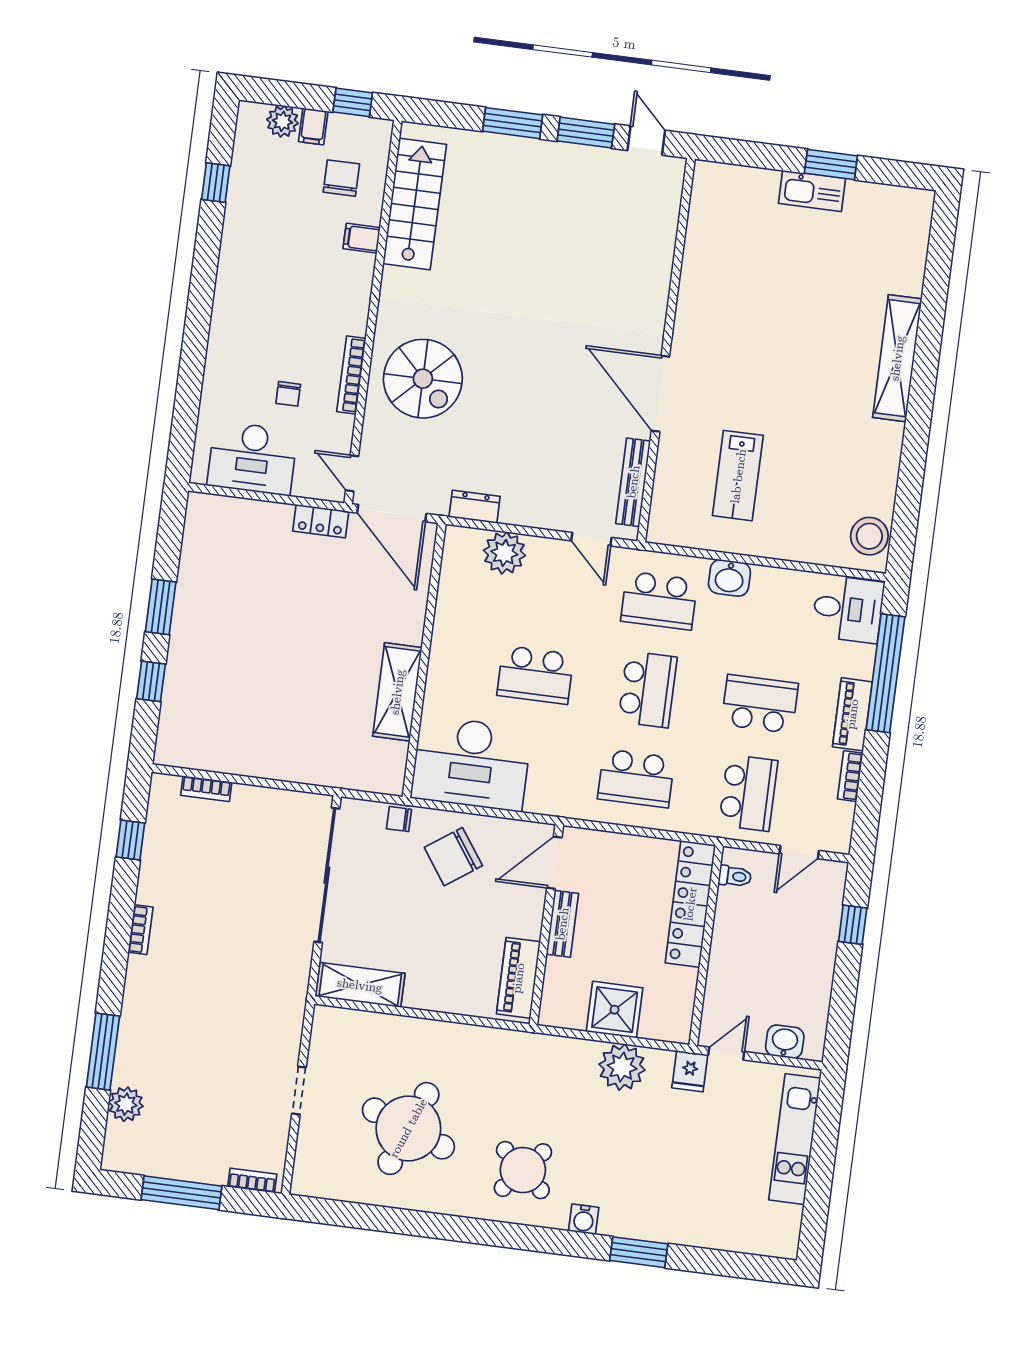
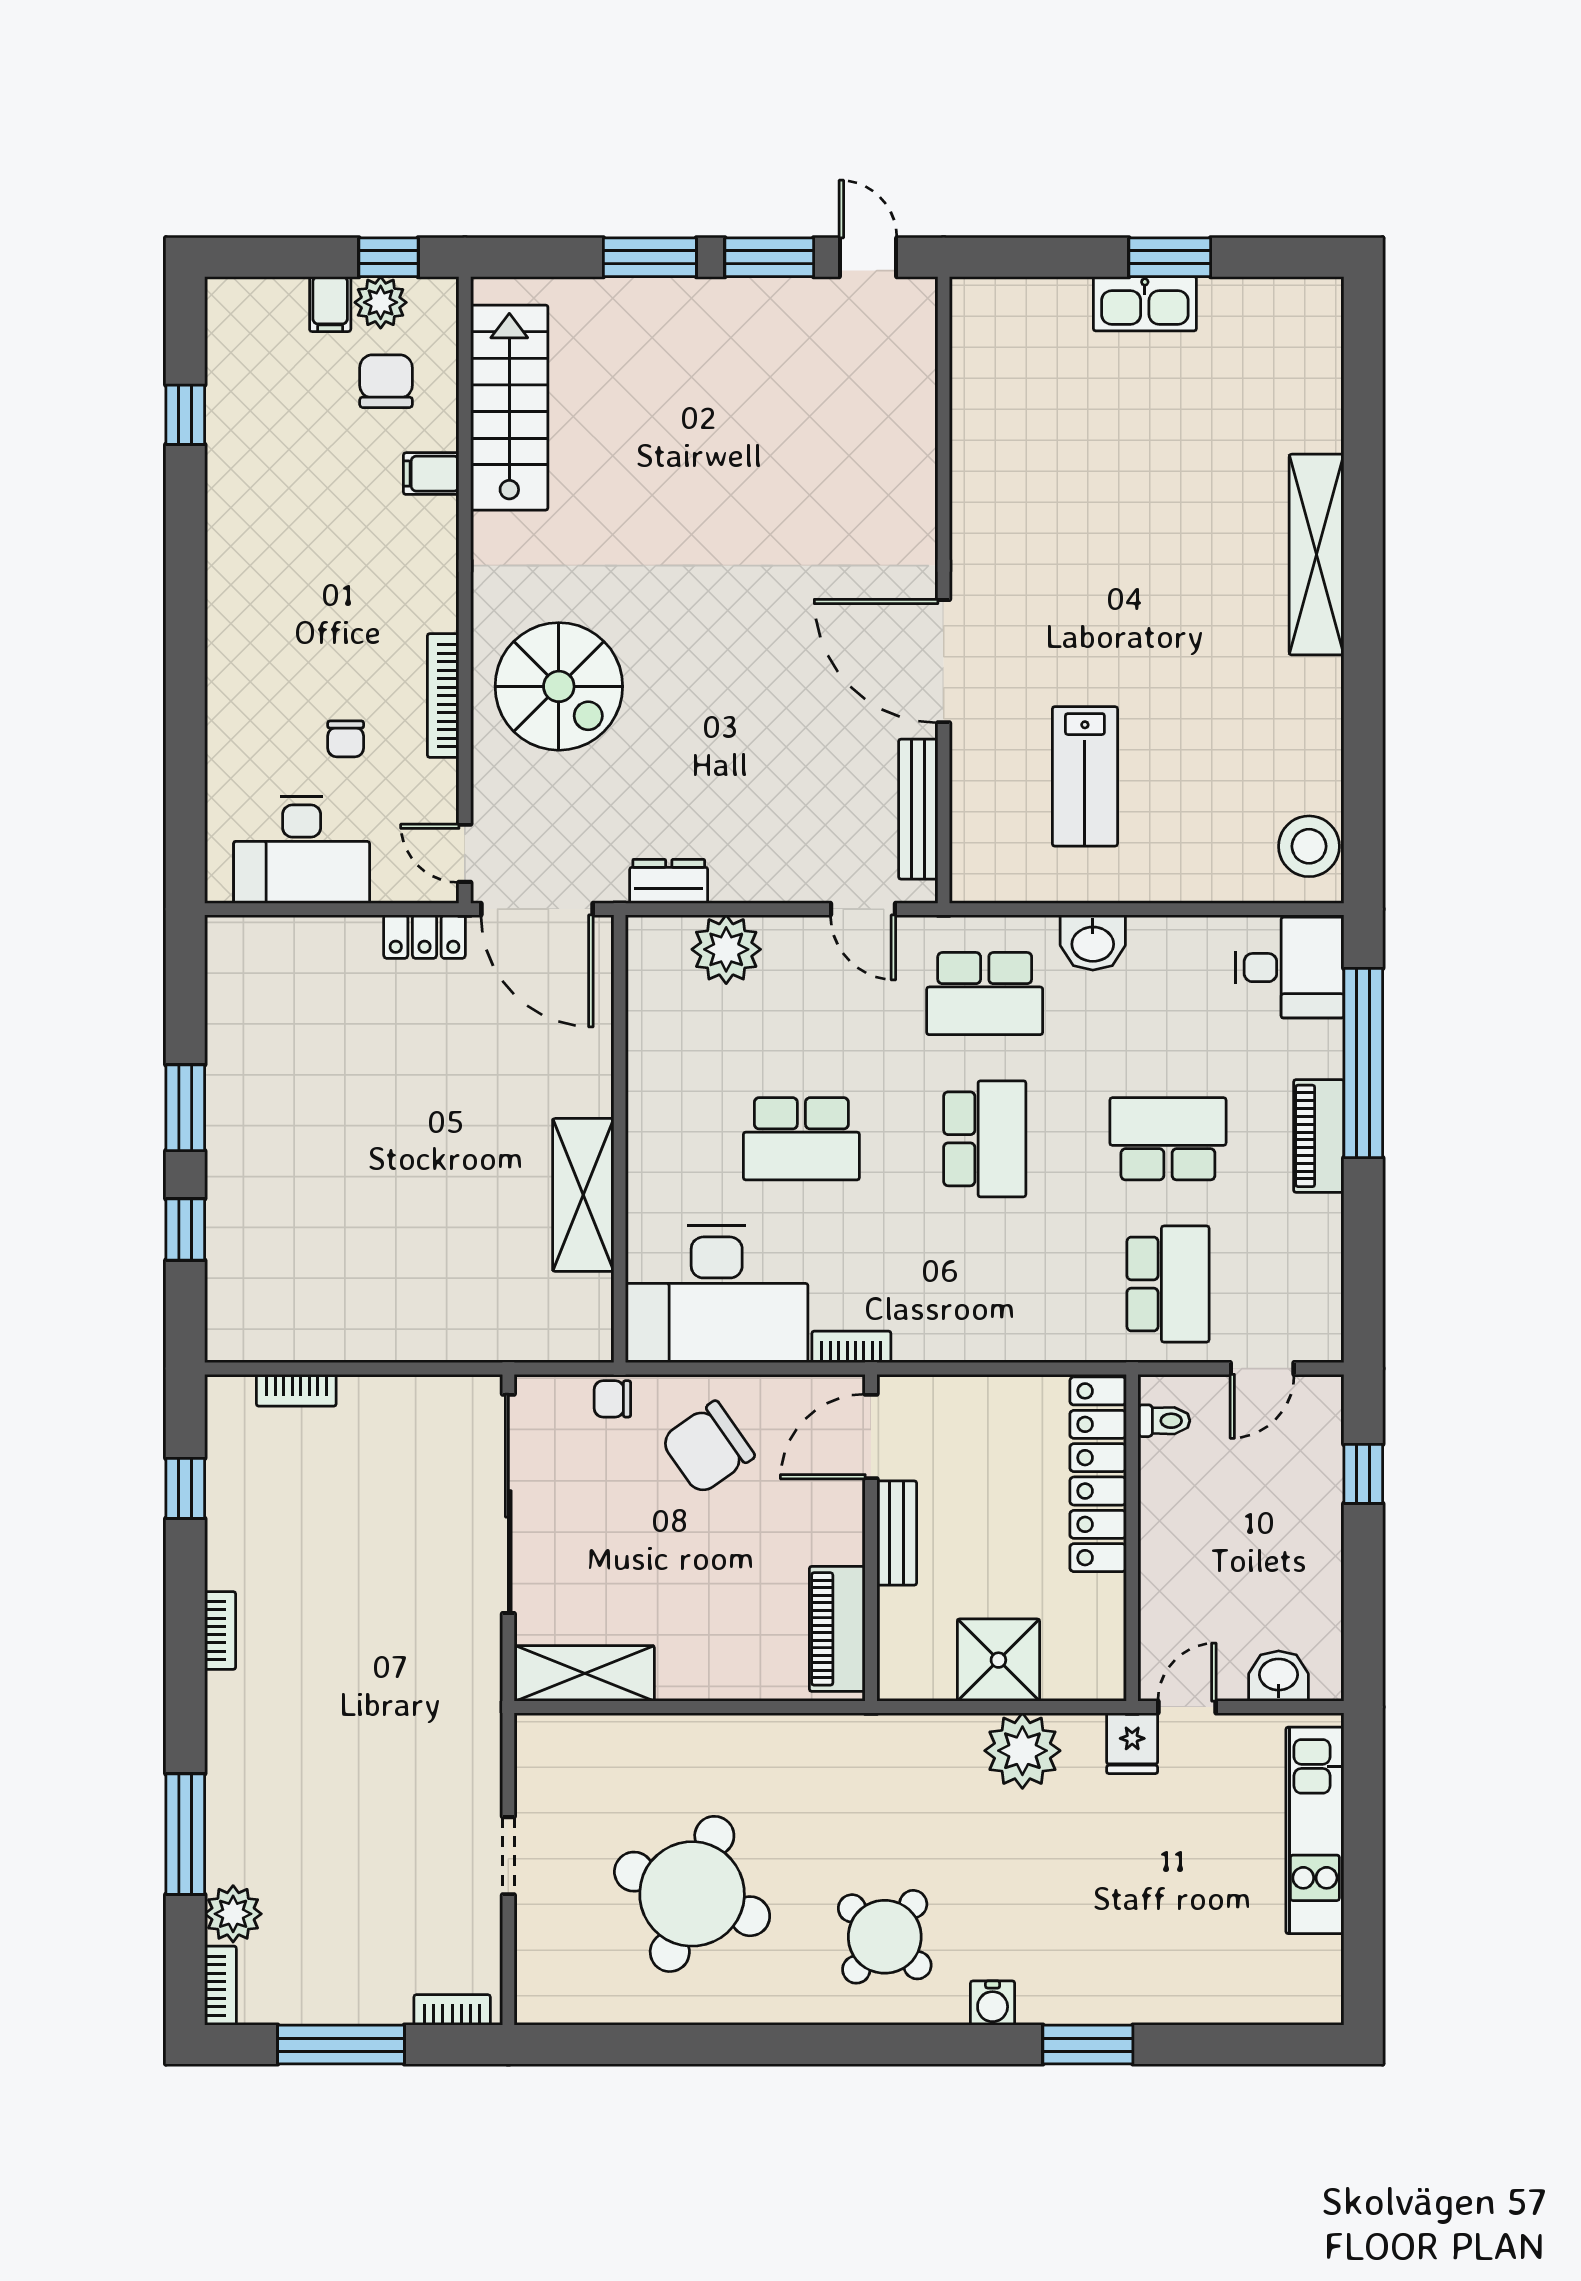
plant: (283, 121) -> (381, 302), moved
bookcase: (850, 776) -> (851, 1347), moved, turned 90
school desk: (636, 778) -> (985, 1284), removed
bookcase: (112, 1147) -> (220, 1986), added

